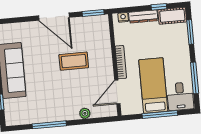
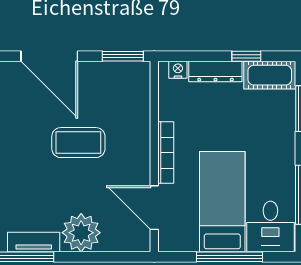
door: (117, 92) -> (154, 208), hinge flipped
plant: (85, 113) -> (81, 233), width x1.88, depth x1.88
tv unit: (55, 116) -> (34, 242), added

